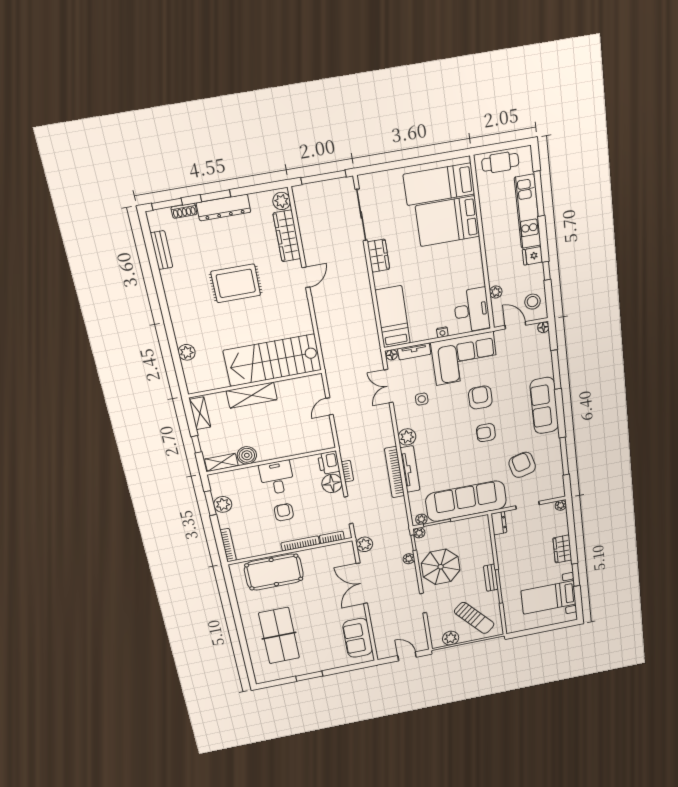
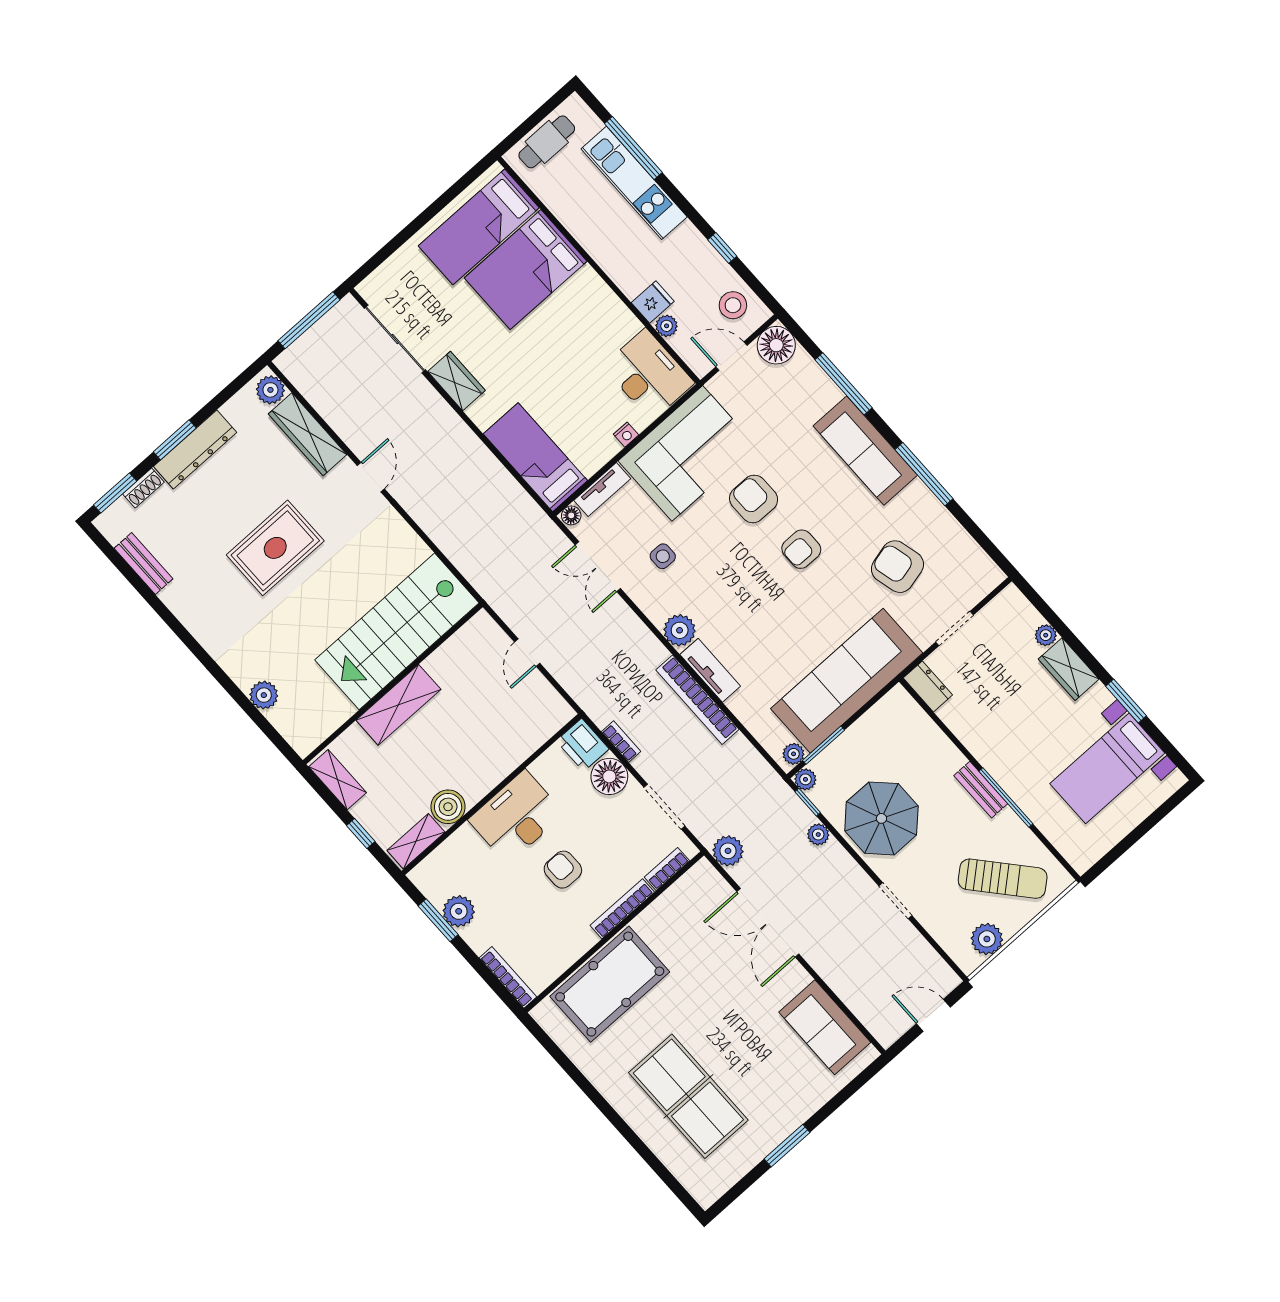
fridge: (532, 256) -> (653, 302), moved, turned 180
floor lamp: (543, 327) -> (776, 345), width x1.89, depth x1.89
window: (564, 456) -> (924, 474), moved
tv unit: (410, 469) -> (710, 670), width x0.71
desk: (277, 477) -> (516, 817), width x1.37
plant: (561, 505) -> (1046, 635), moved

